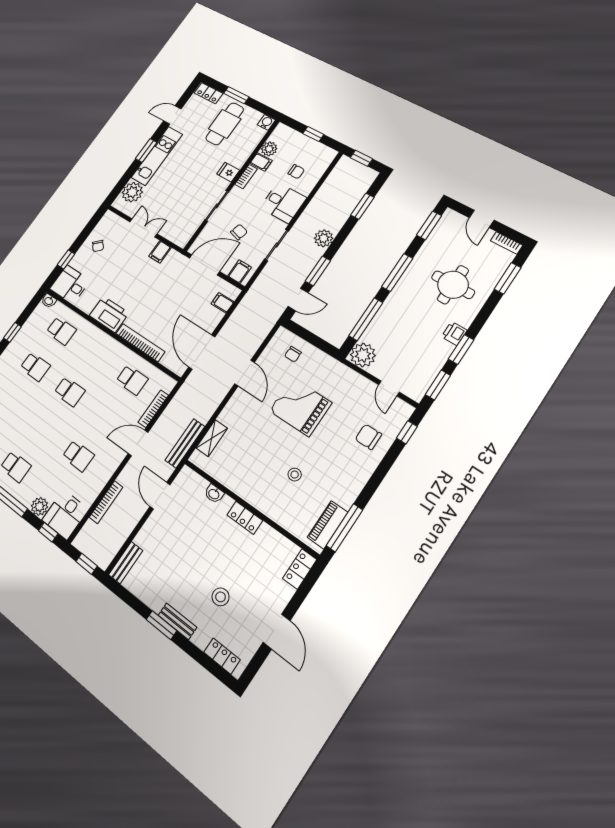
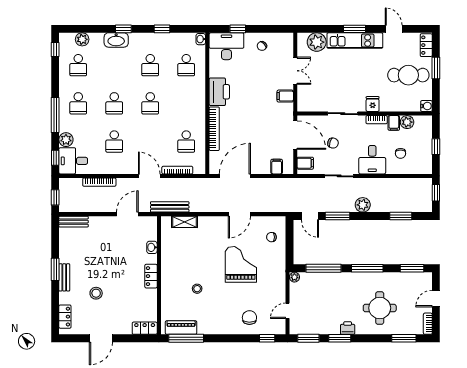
desk: (70, 285) -> (226, 46), width x1.37
plant: (363, 355) -> (294, 277), width x0.53, depth x0.53
school desk: (43, 429) -> (114, 103), added

